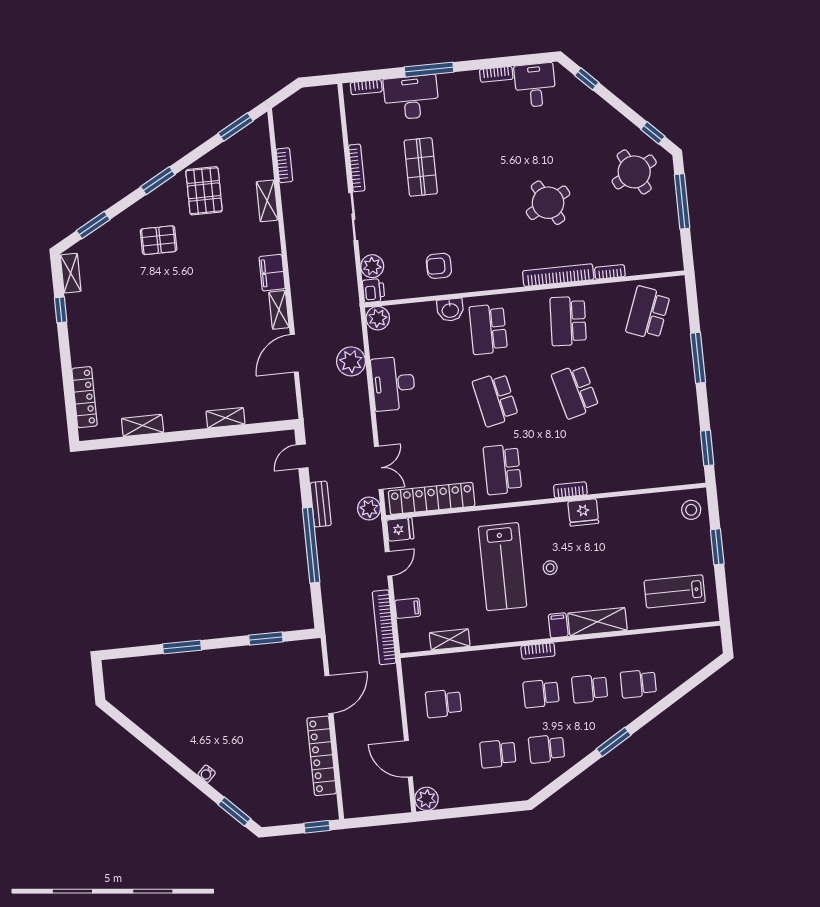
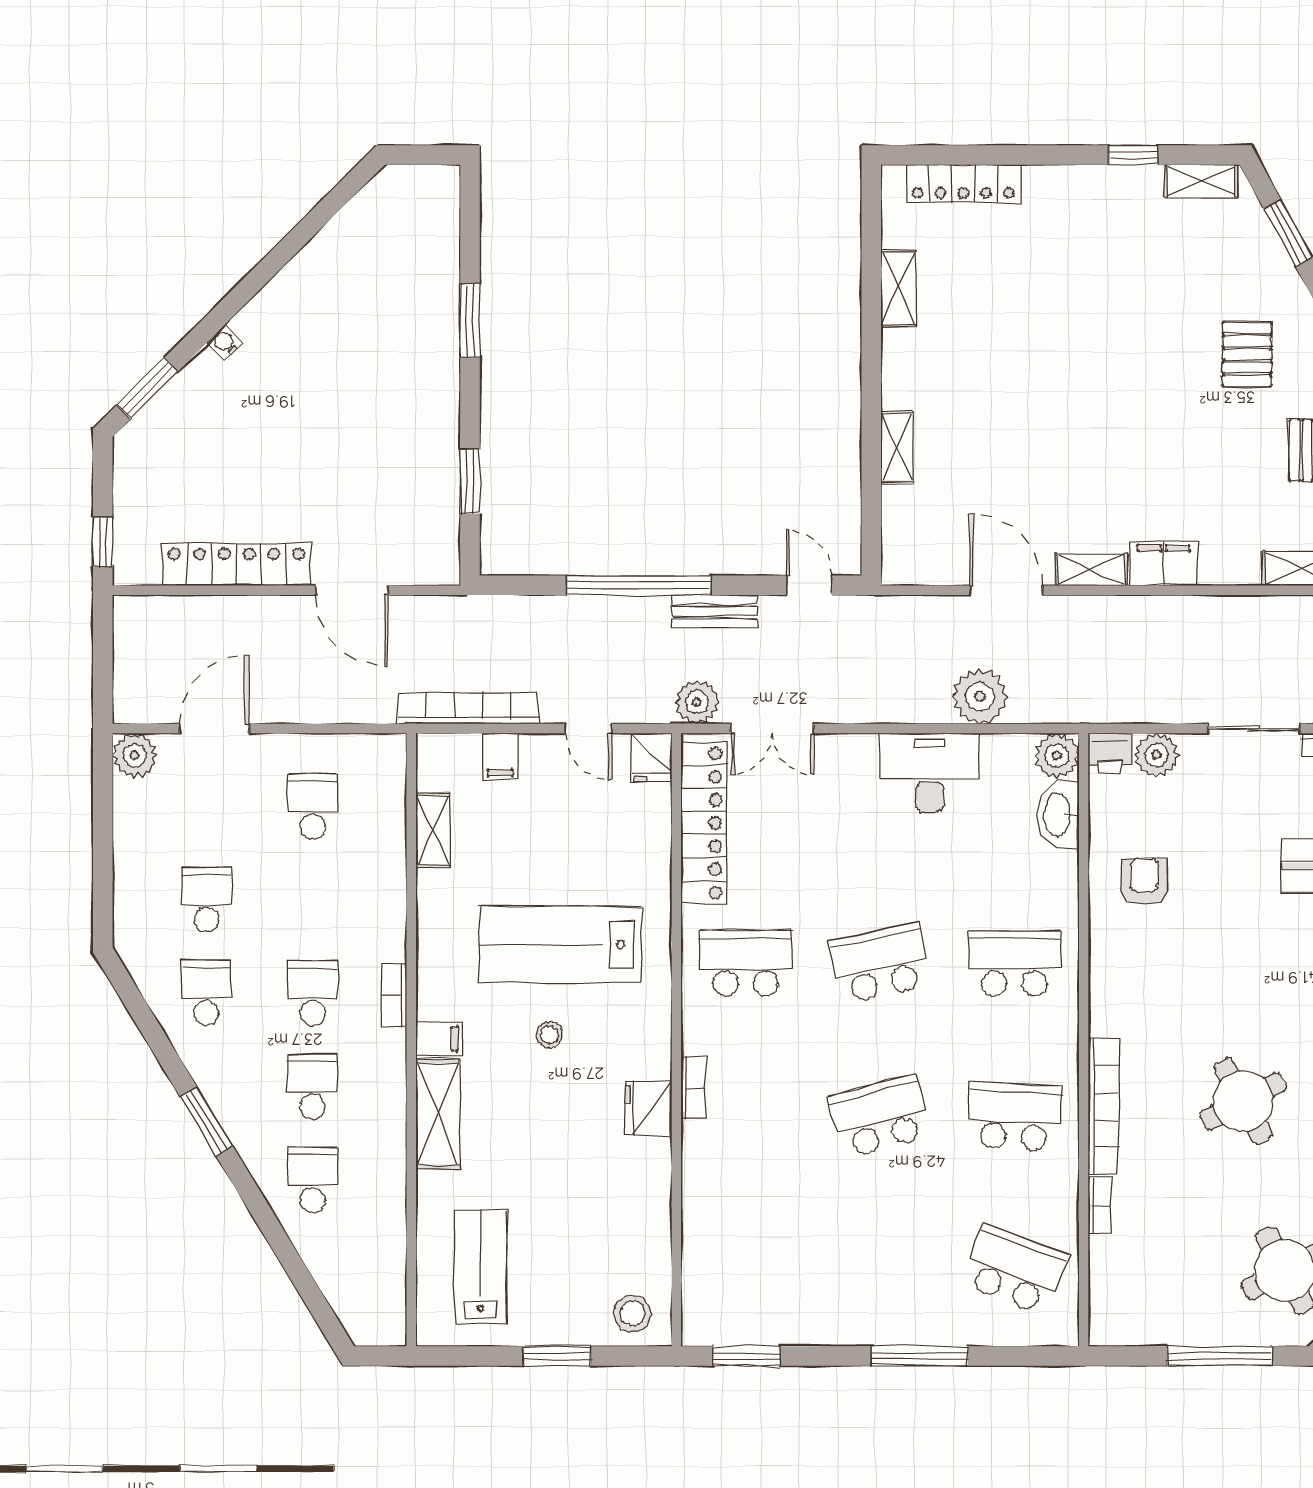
washbasin: (450, 310) -> (1058, 815), moved, width x1.38

